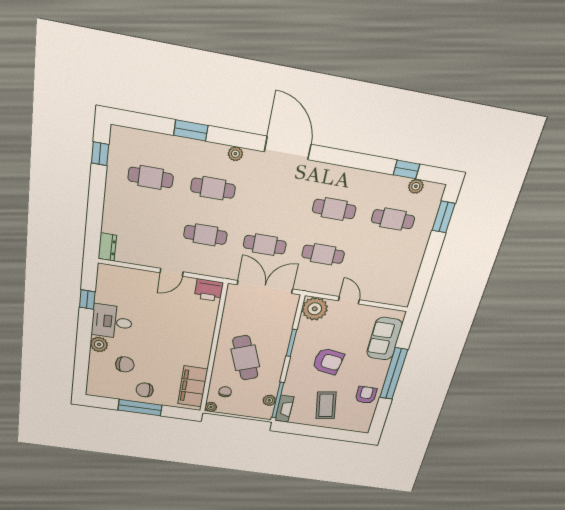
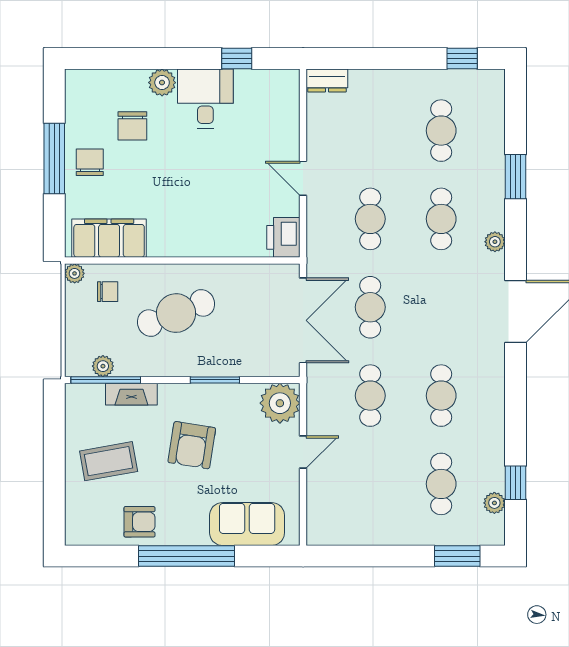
fireplace: (284, 409) -> (131, 394), moved

